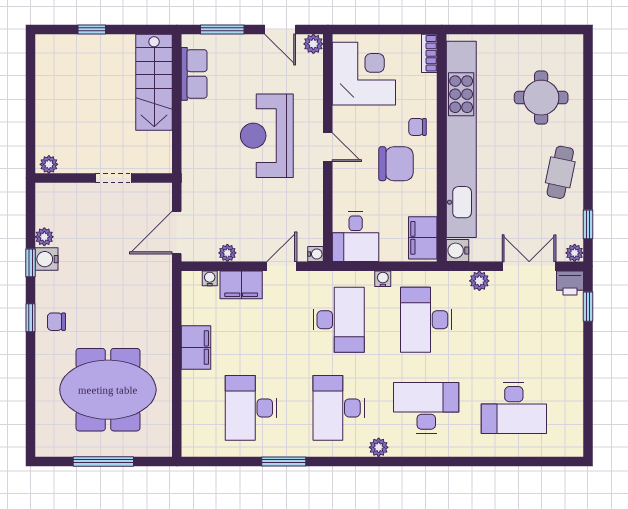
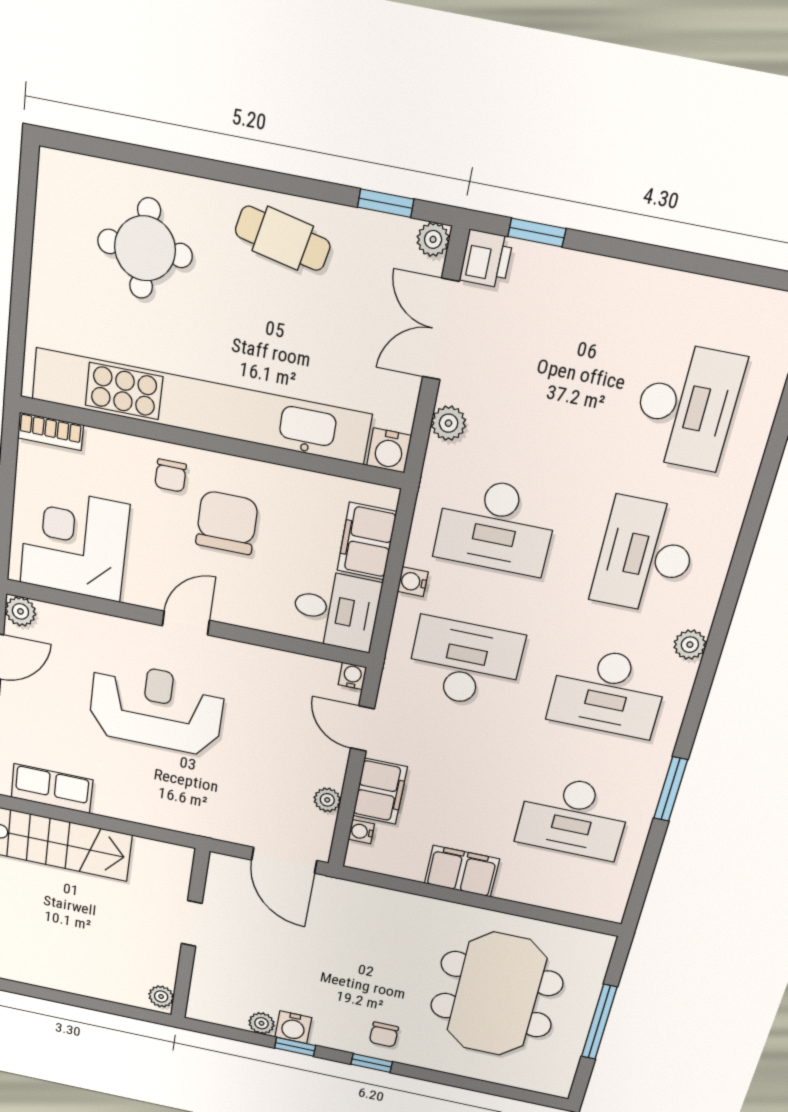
reception desk: (267, 136) -> (156, 708), turned 180
filing cabinet: (423, 238) -> (367, 541), moved, turned 90

